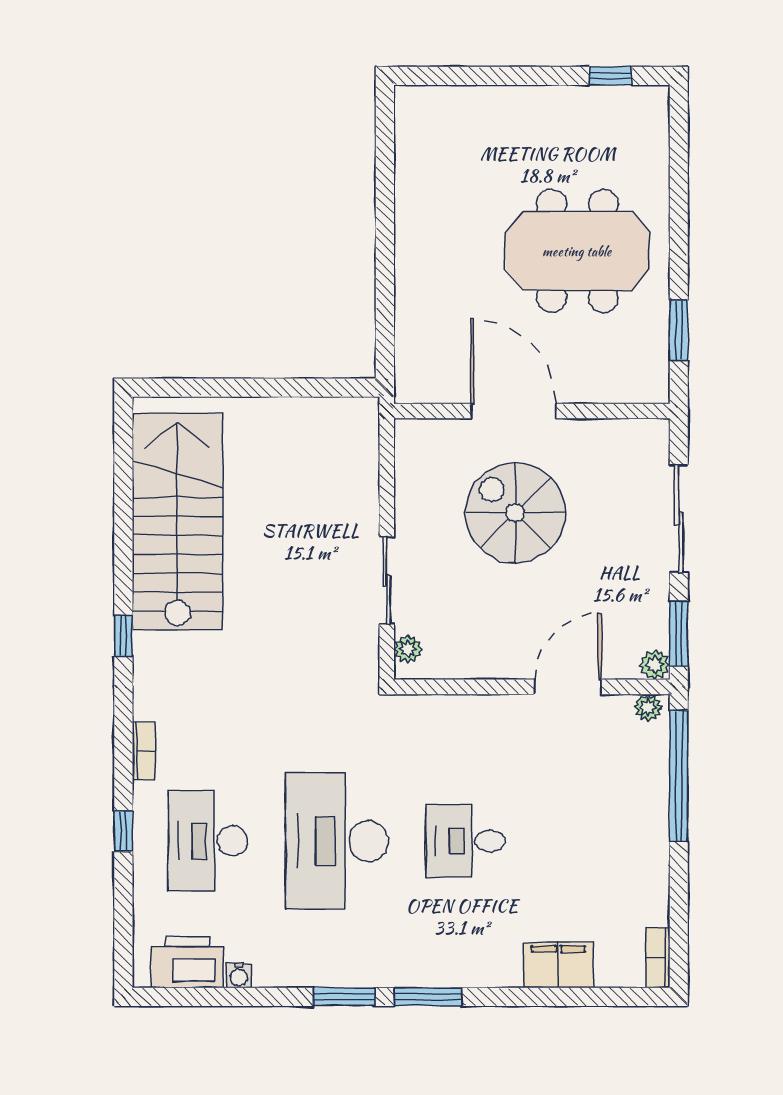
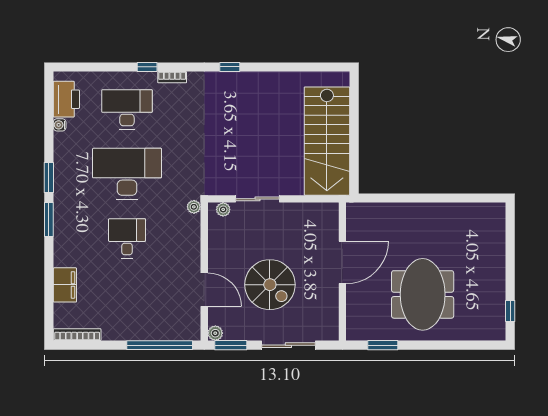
spiral stairs: (515, 513) -> (270, 285), moved, turned 90
stairs: (177, 522) -> (327, 141), moved, turned 90
plant: (648, 708) -> (194, 207), moved
window: (123, 831) -> (147, 67), moved
bookcase: (658, 958) -> (77, 335), width x1.56

